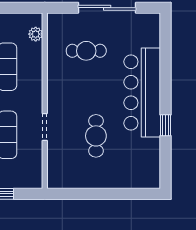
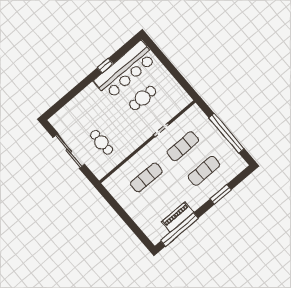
plant: (36, 34) -> (116, 177), removed
bar counter: (142, 92) -> (125, 70), moved

